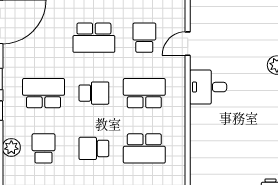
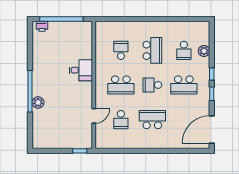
desk: (208, 87) -> (81, 70), moved
school desk: (94, 148) -> (152, 50), width x1.85
school desk: (144, 148) -> (121, 50), width x0.54

